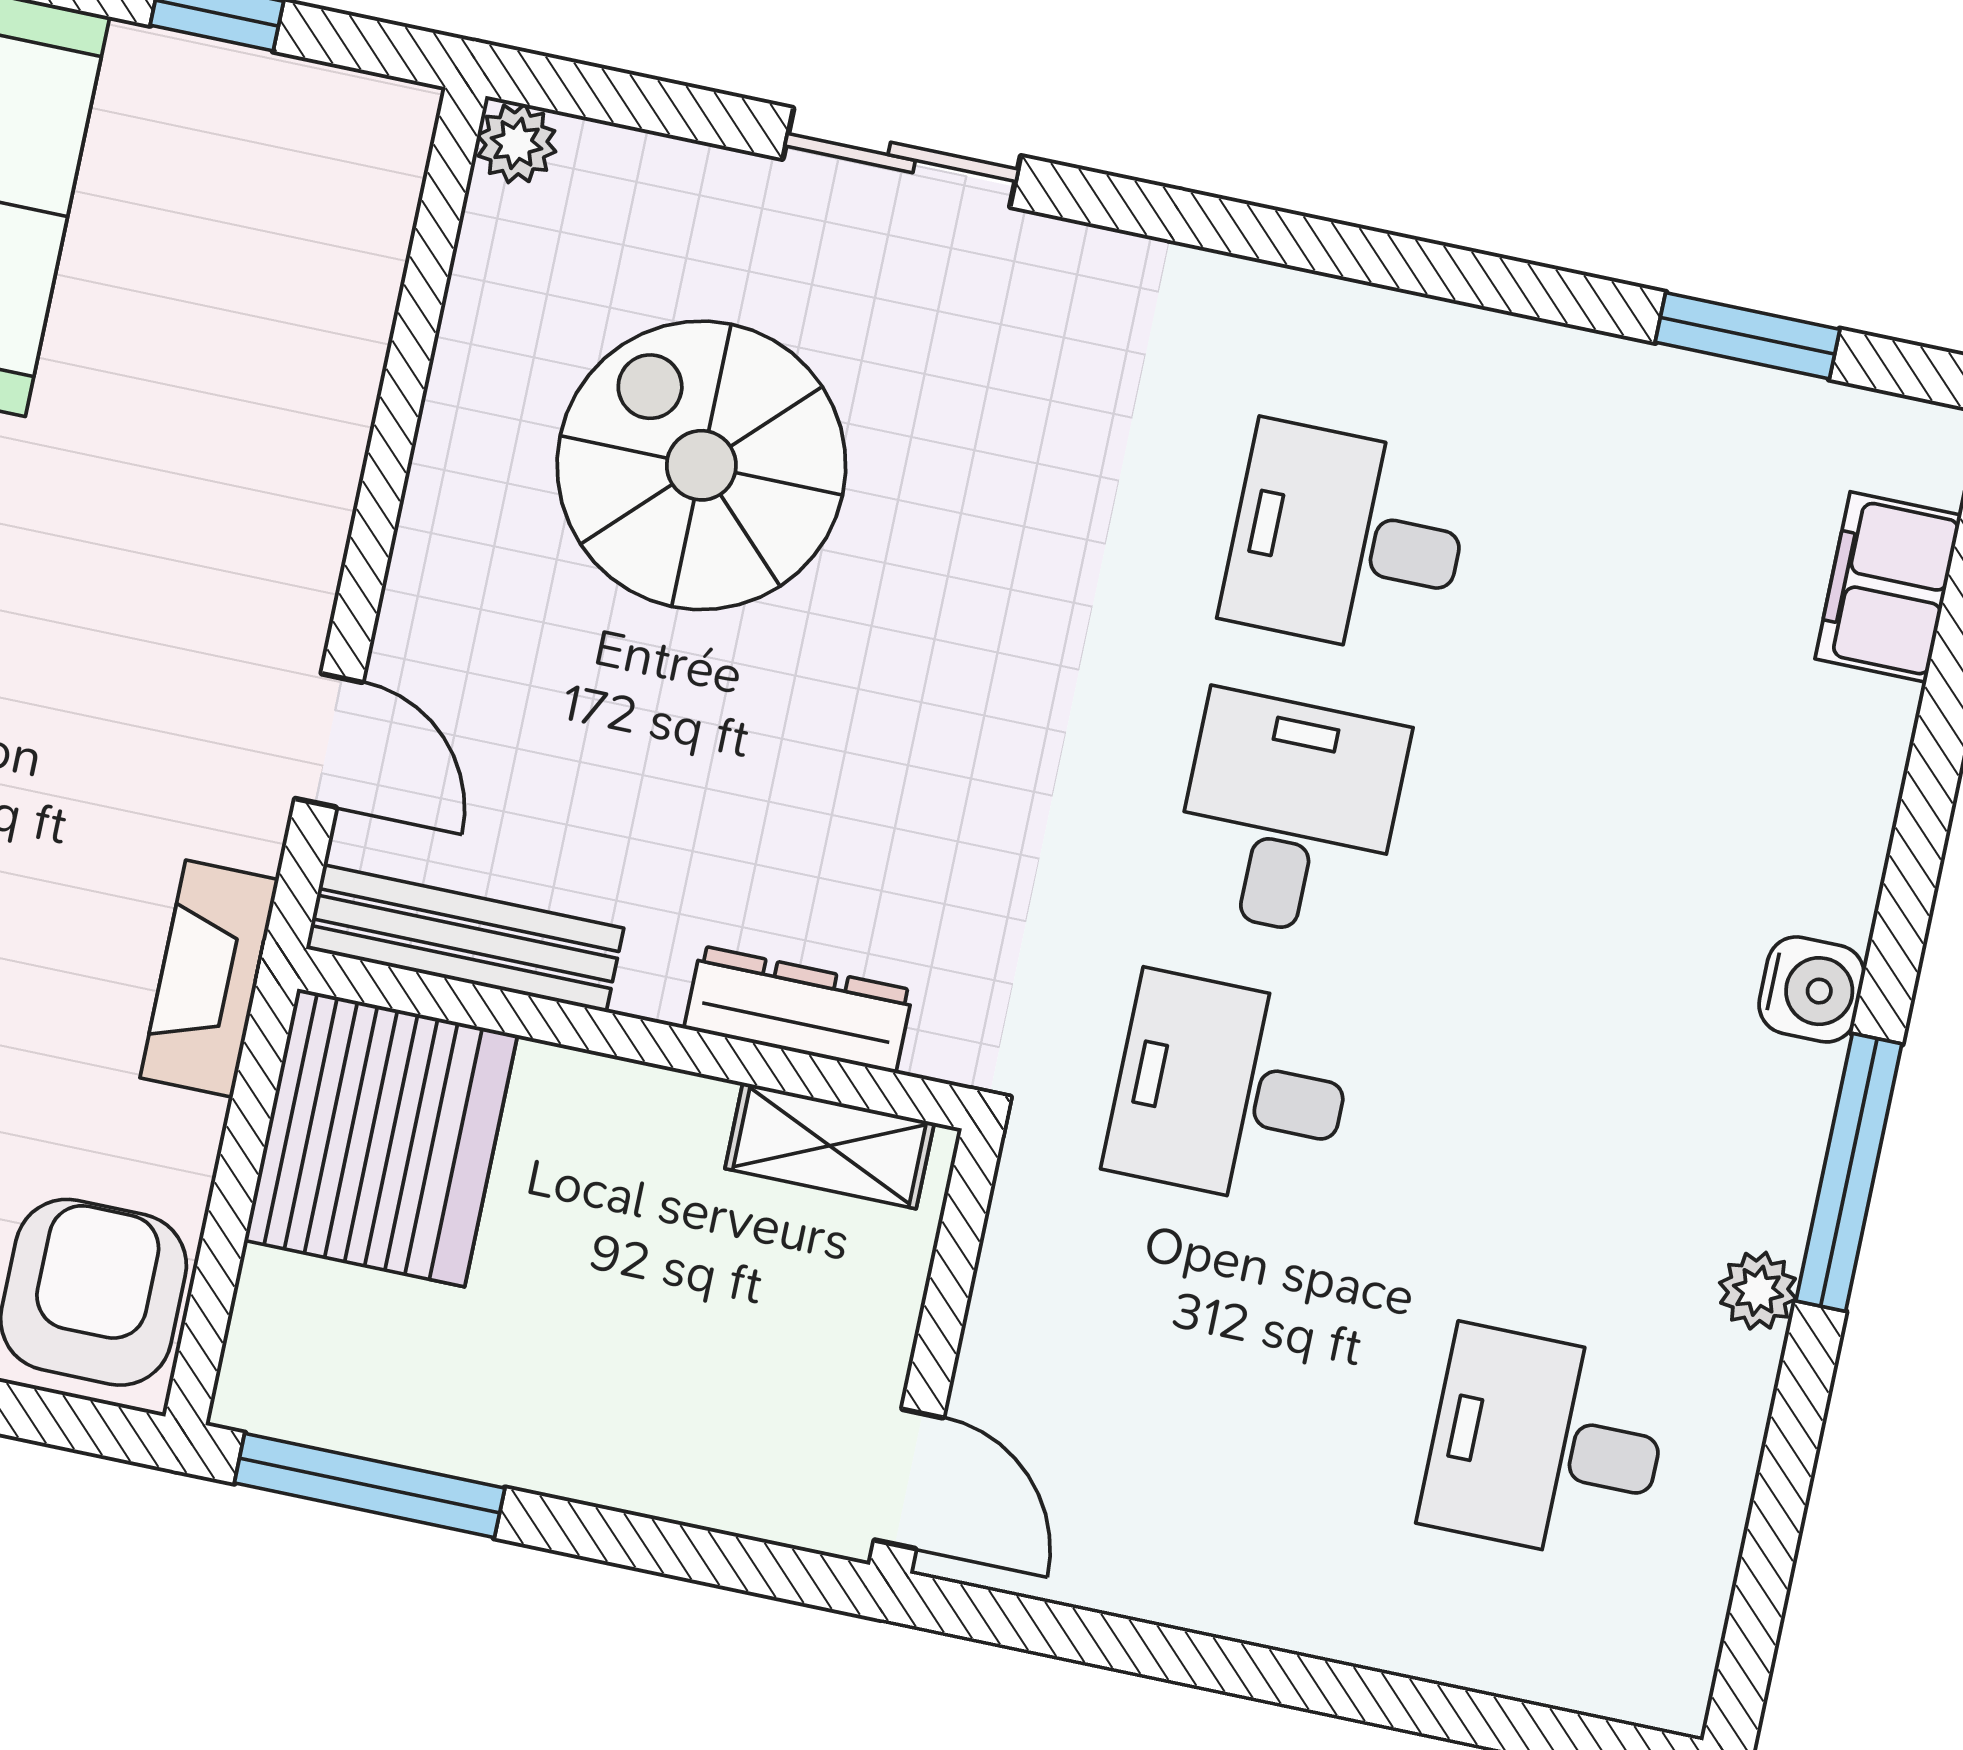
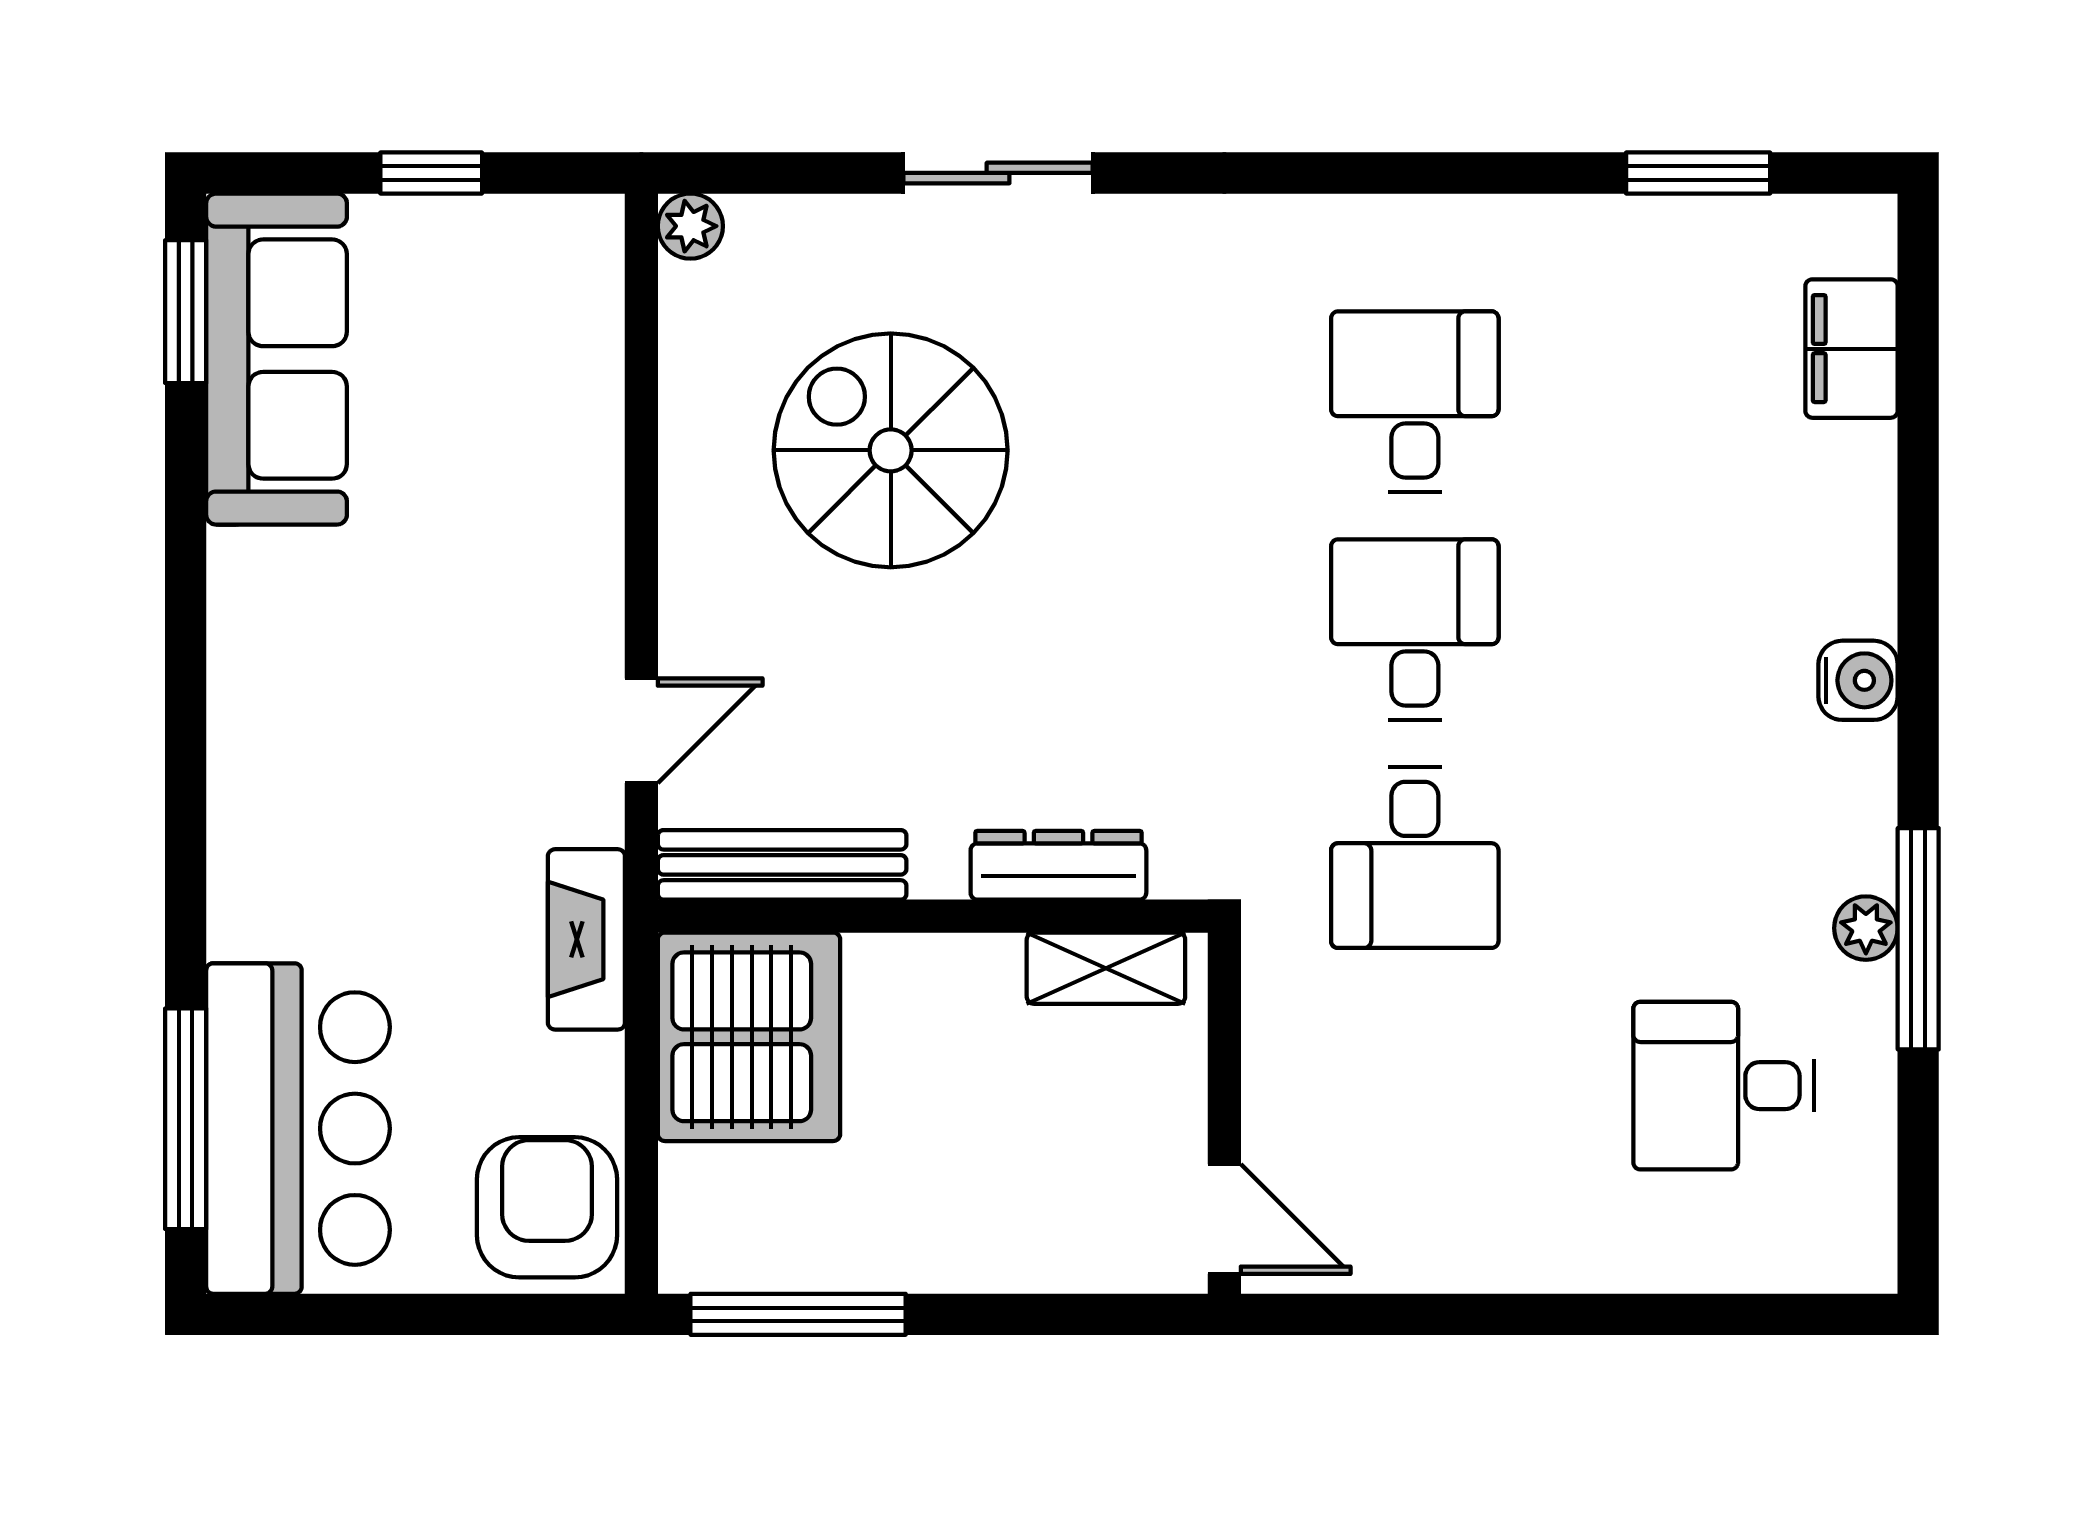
desk: (1347, 540) -> (1415, 402), turned 90
door: (329, 740) -> (641, 731), hinge flipped
desk: (1231, 1091) -> (1415, 858), turned -90
window: (1849, 1172) -> (1918, 939), moved

